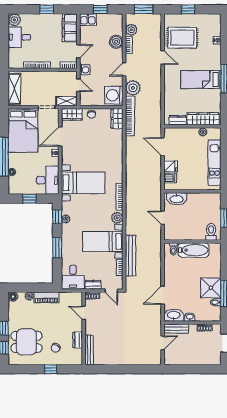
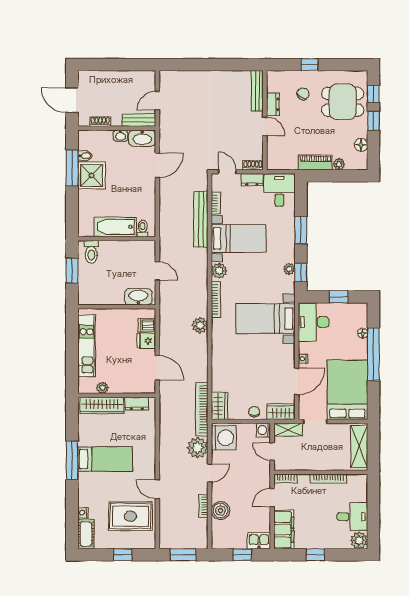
cot: (215, 24) -> (86, 534), added
plant: (131, 30) -> (200, 325), moved
washing machine: (85, 70) -> (263, 430), moved
floor lamp: (13, 297) -> (361, 145), moved
door: (84, 313) -> (265, 126), moved

